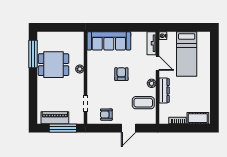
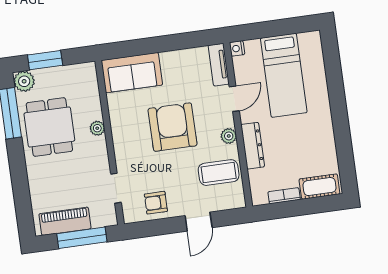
window: (56, 27) -> (45, 60), added
plant: (43, 38) -> (24, 81), added
sofa: (109, 41) -> (132, 73), width x0.73
door: (158, 63) -> (234, 99), hinge flipped
dining table: (53, 65) -> (49, 127), turned 90
armchair: (121, 74) -> (173, 127), width x1.88, depth x1.88

